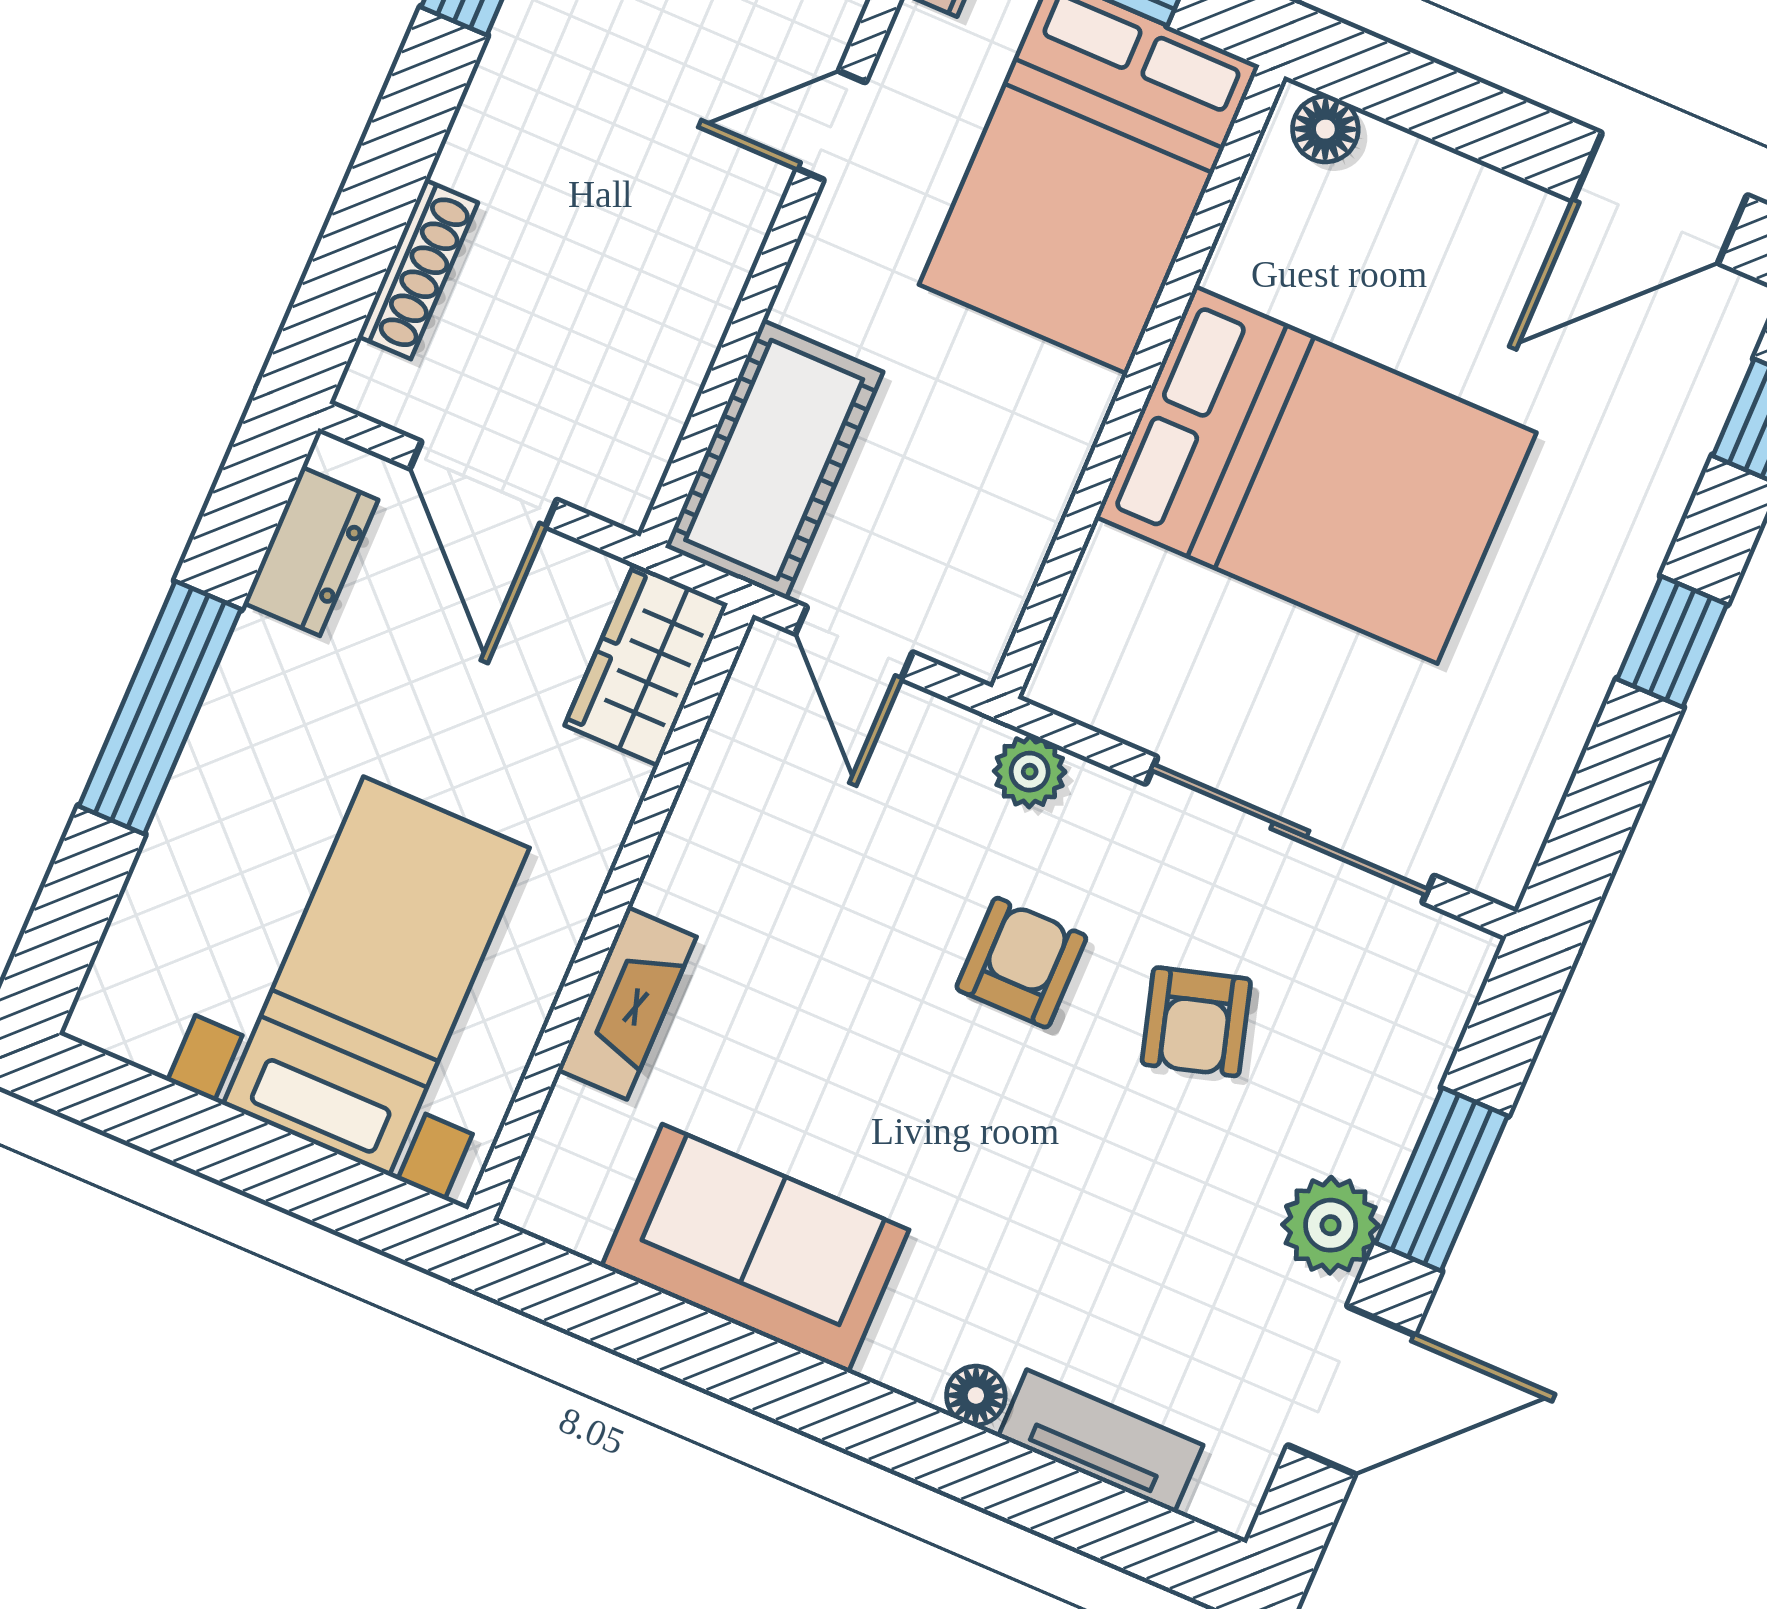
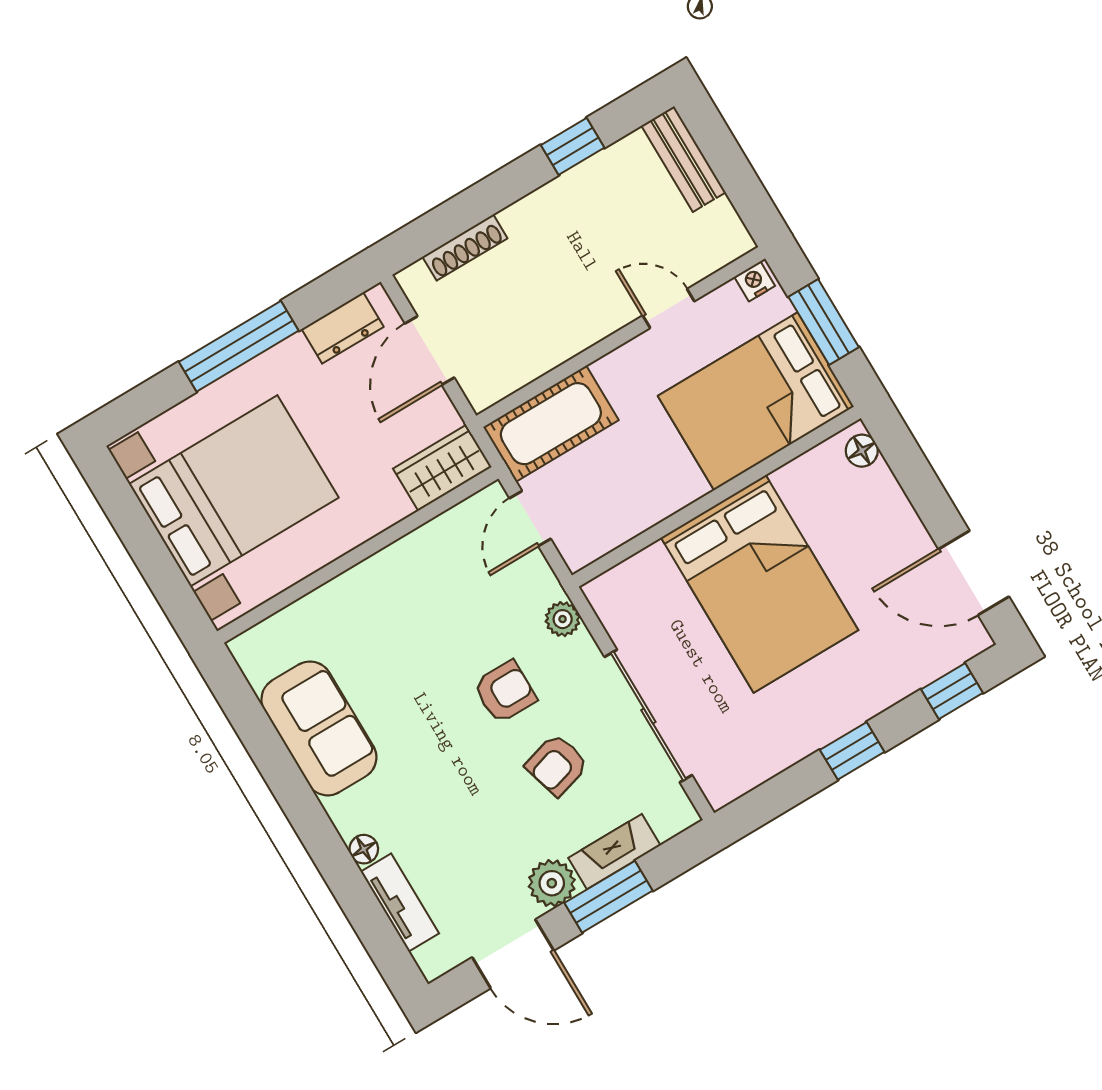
bed with nightstands: (376, 976) -> (234, 491), width x1.36
fireplace: (627, 1003) -> (614, 852), moved, turned 180

